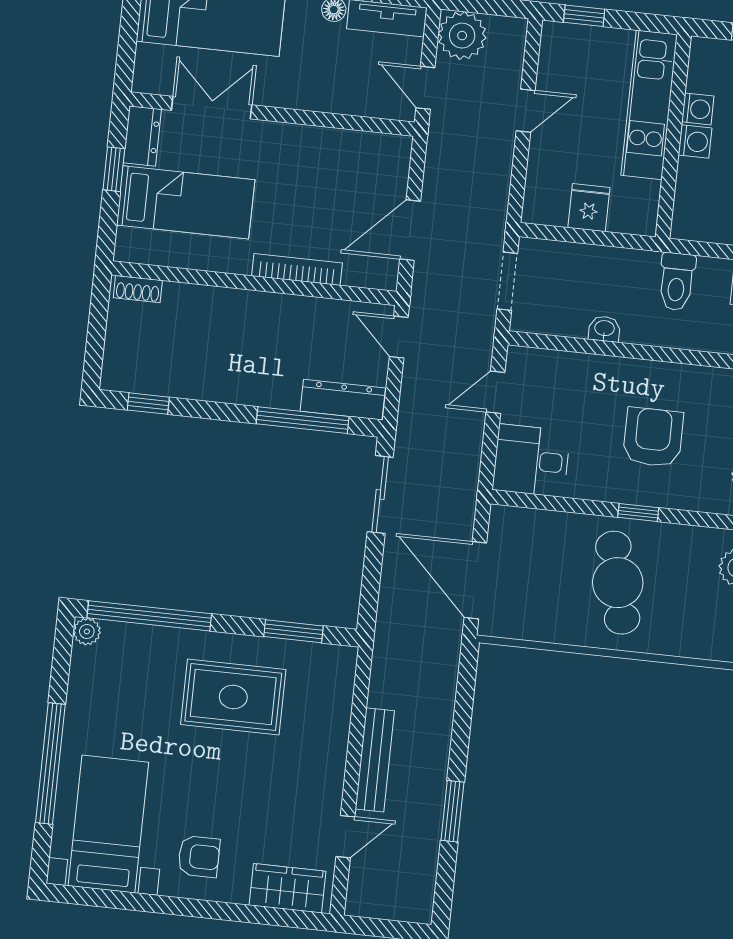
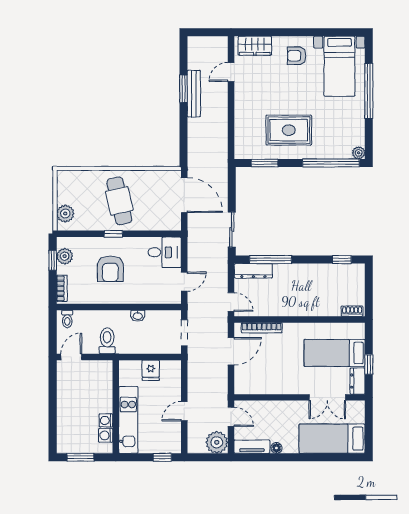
washing machine: (695, 142) -> (106, 435), moved
bookcase: (297, 270) -> (262, 328), moved
bench: (375, 760) -> (194, 94), moved

